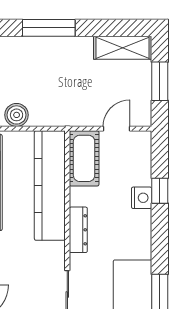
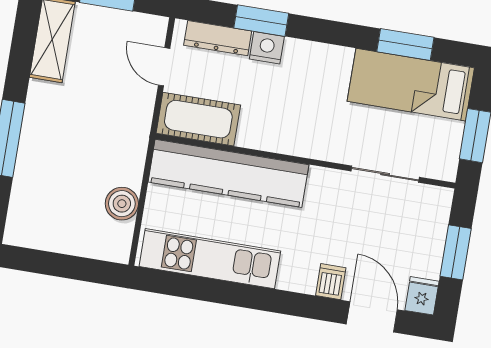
window: (160, 191) -> (261, 21), width x1.50
dresser: (78, 230) -> (218, 38), moved, turned 180

